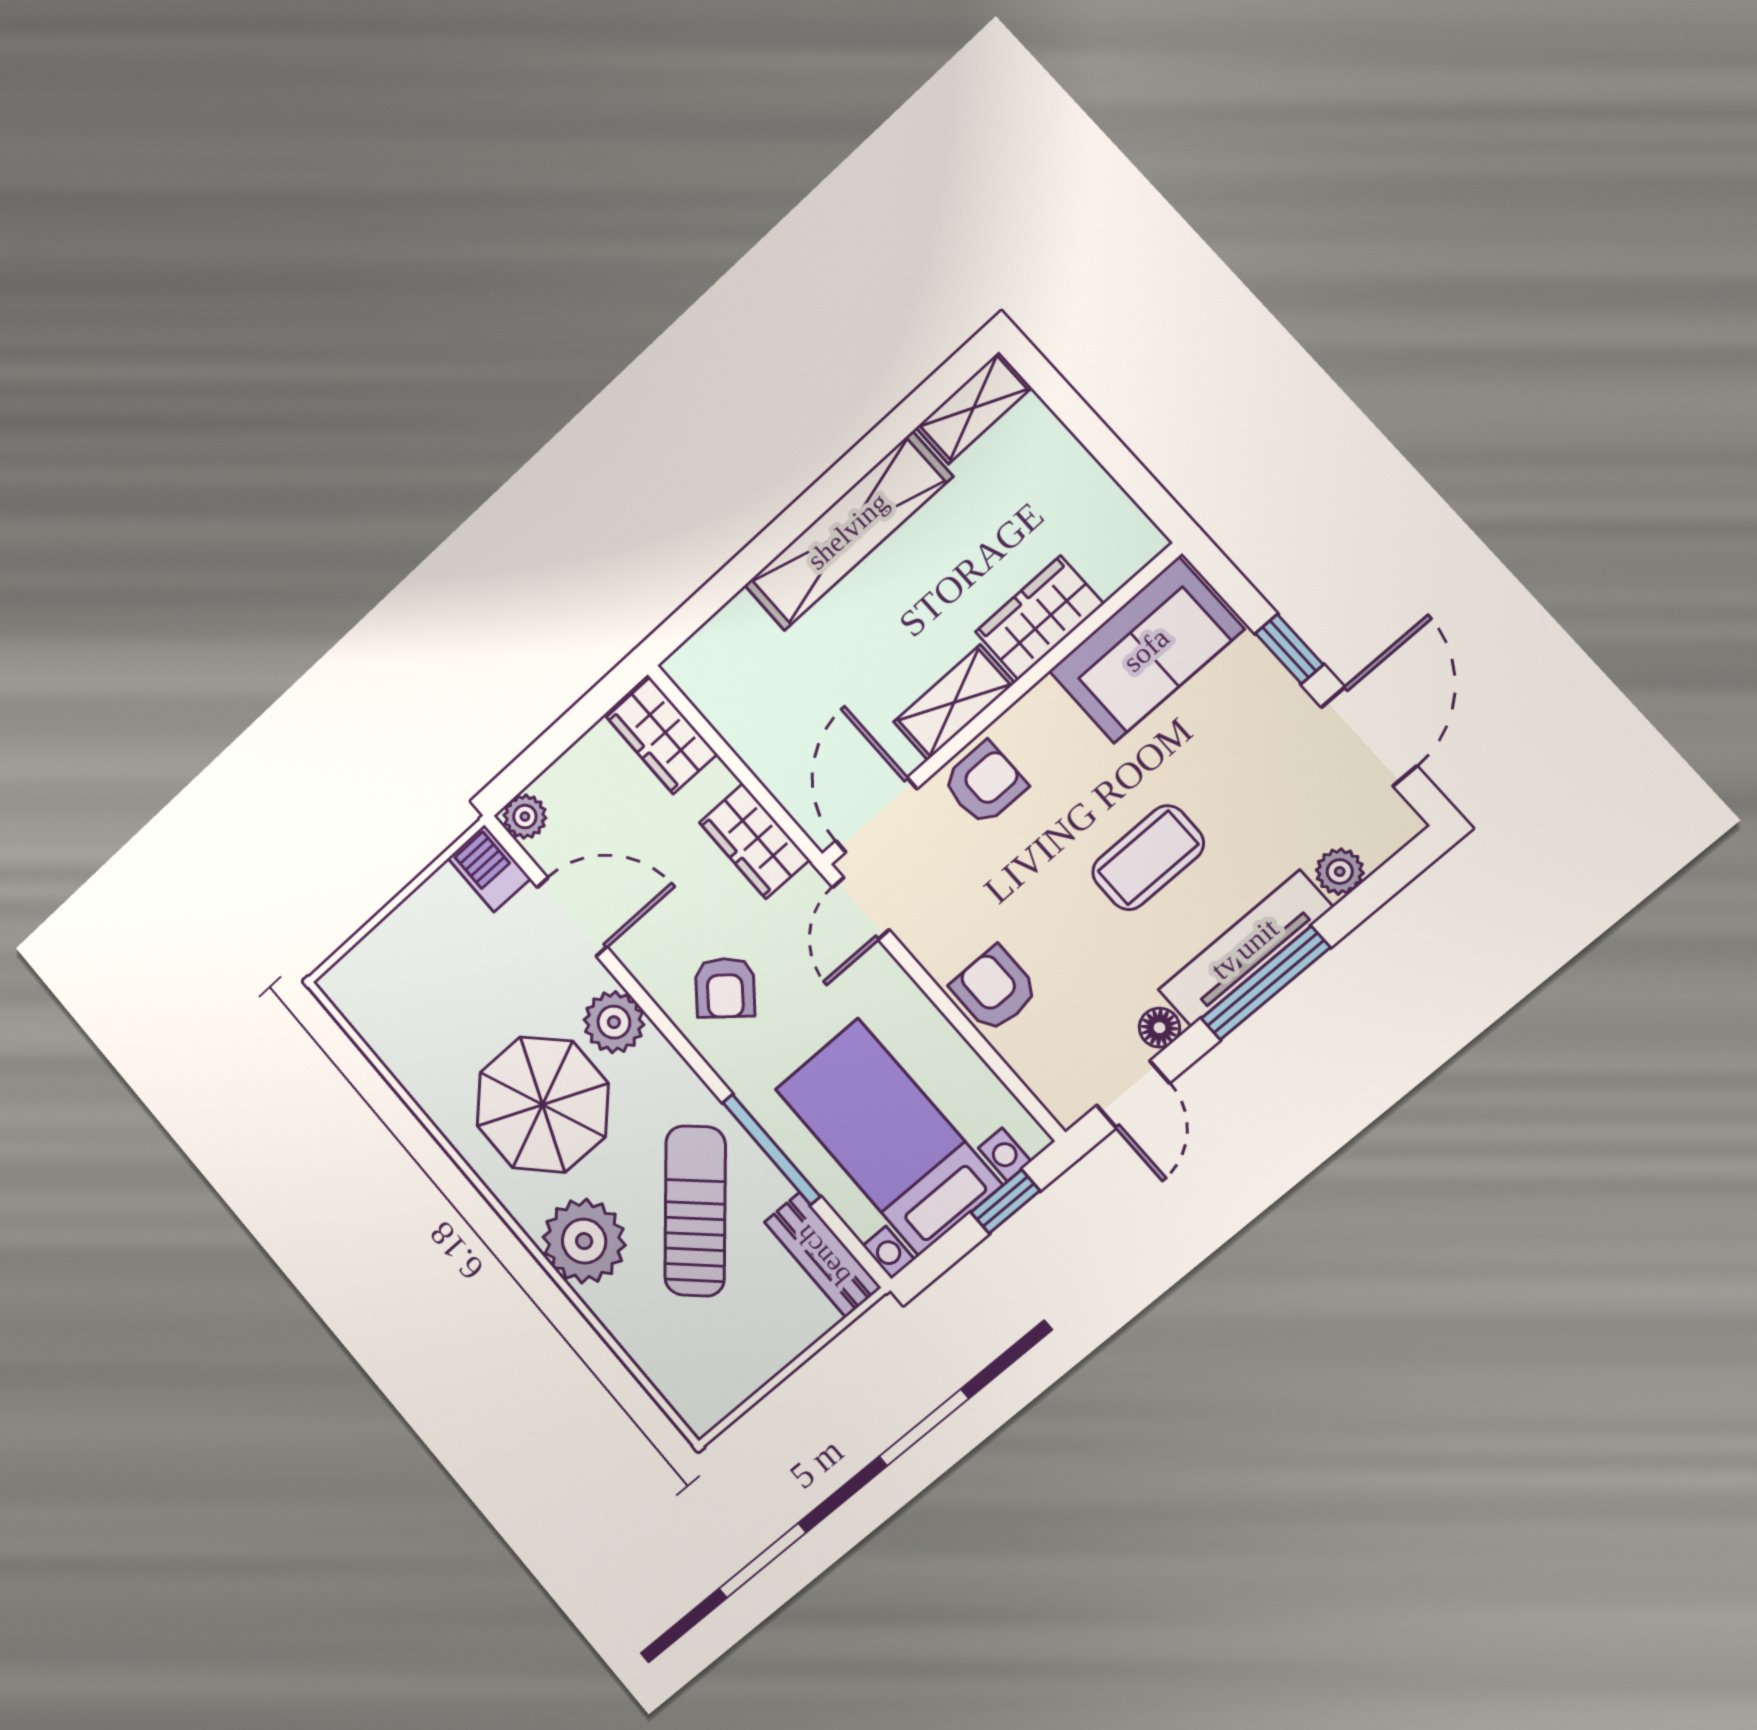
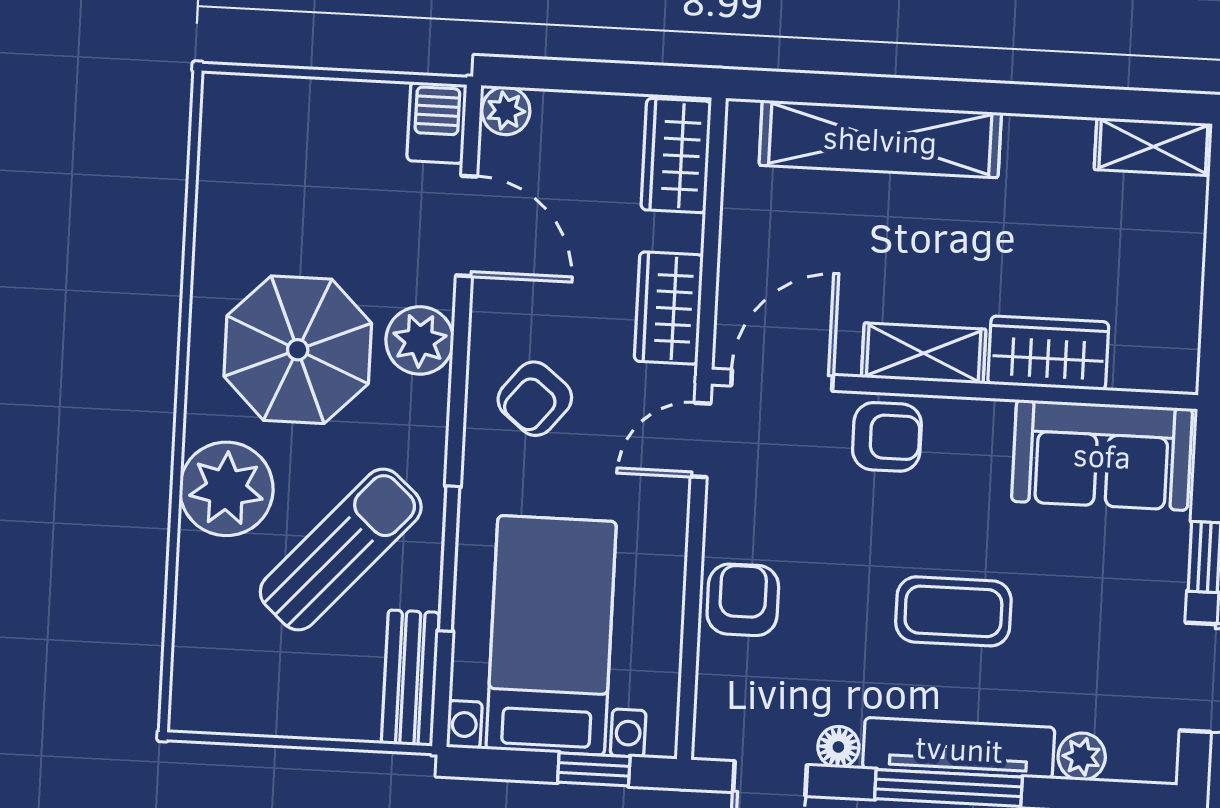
shelving: (848, 531) -> (880, 139), moved

